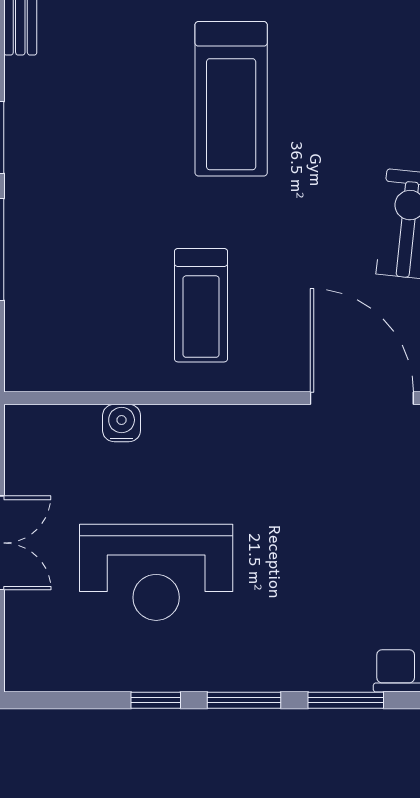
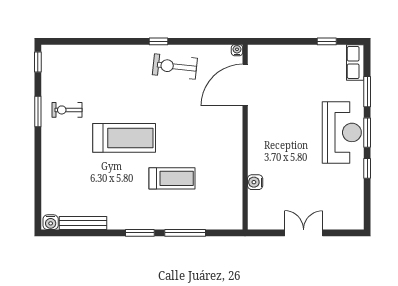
treadmill: (201, 305) -> (172, 178), moved
reception desk: (156, 572) -> (342, 132), moved

